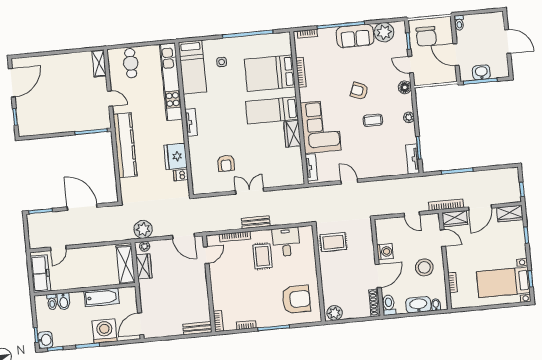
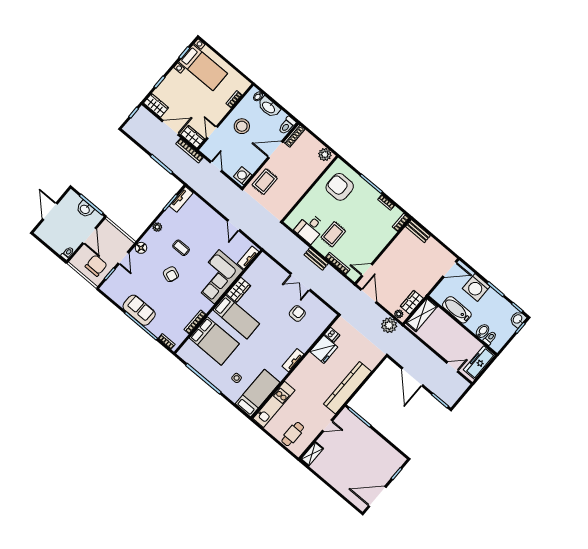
plant: (384, 32) -> (119, 294), removed
kitchen unit: (171, 82) -> (274, 404), width x0.73
door: (110, 99) -> (327, 426), swing flipped
rug: (333, 242) -> (265, 182), moved, turned 90
washing machine: (385, 252) -> (243, 176), moved

